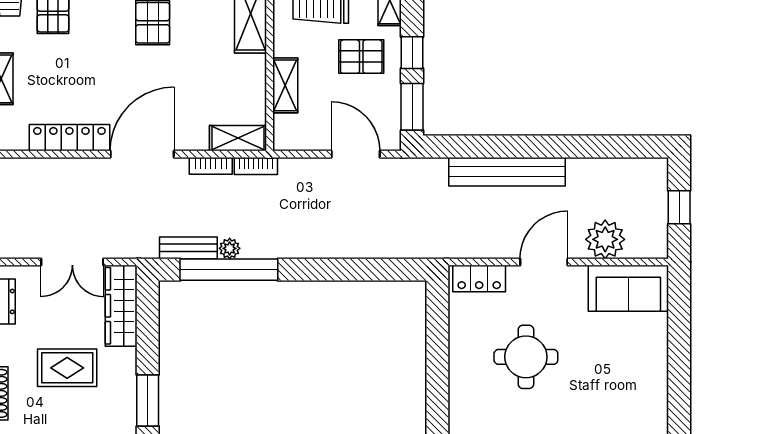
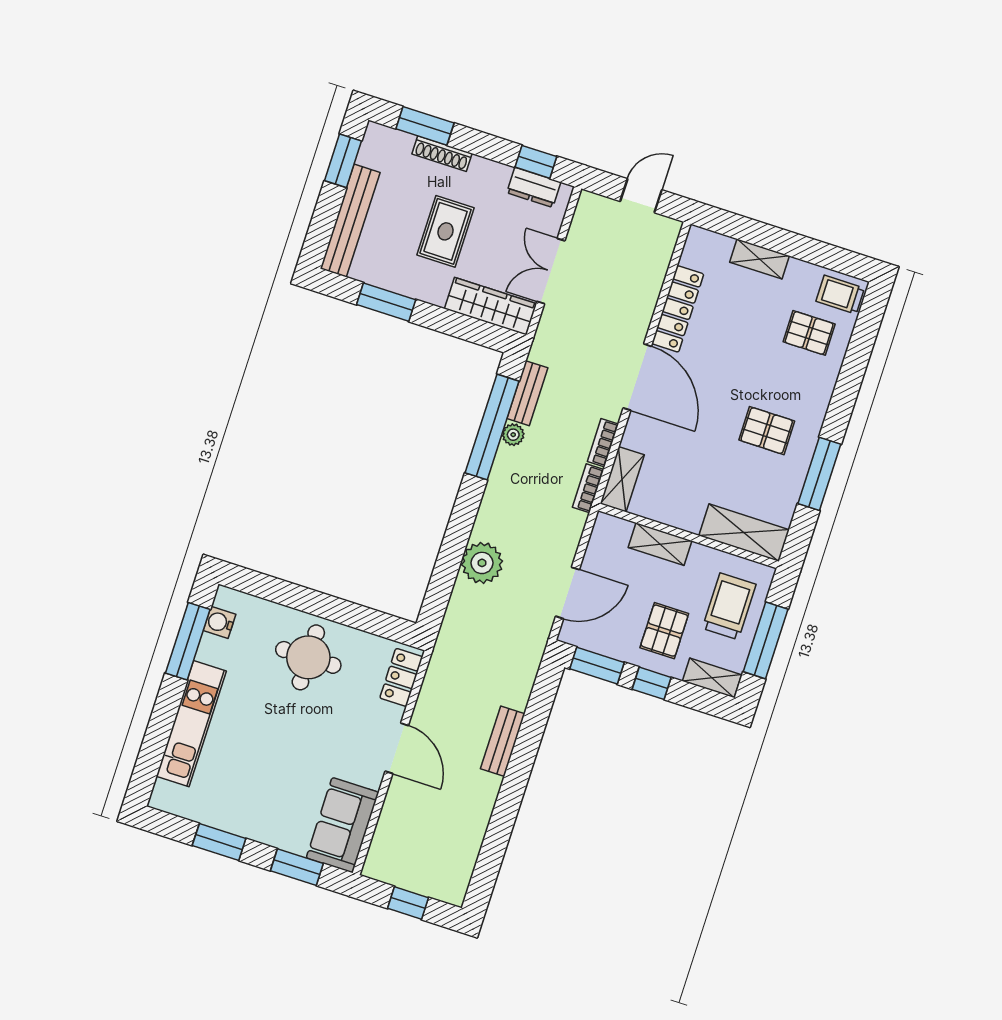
bench: (507, 172) -> (503, 741), width x0.54, depth x0.82
plant: (605, 239) -> (482, 563), moved
window: (679, 317) -> (297, 867), added
round table: (526, 357) -> (308, 657), moved
window: (679, 394) -> (219, 842), added

